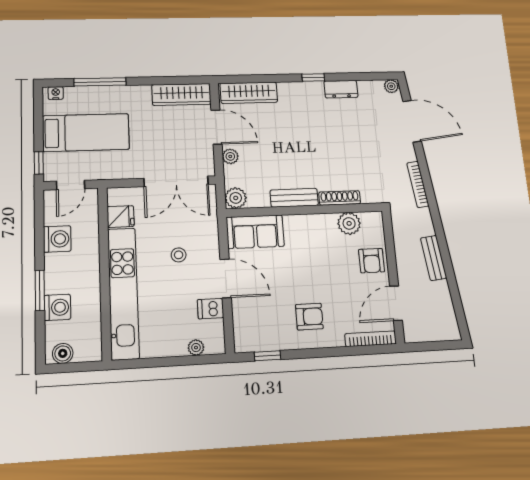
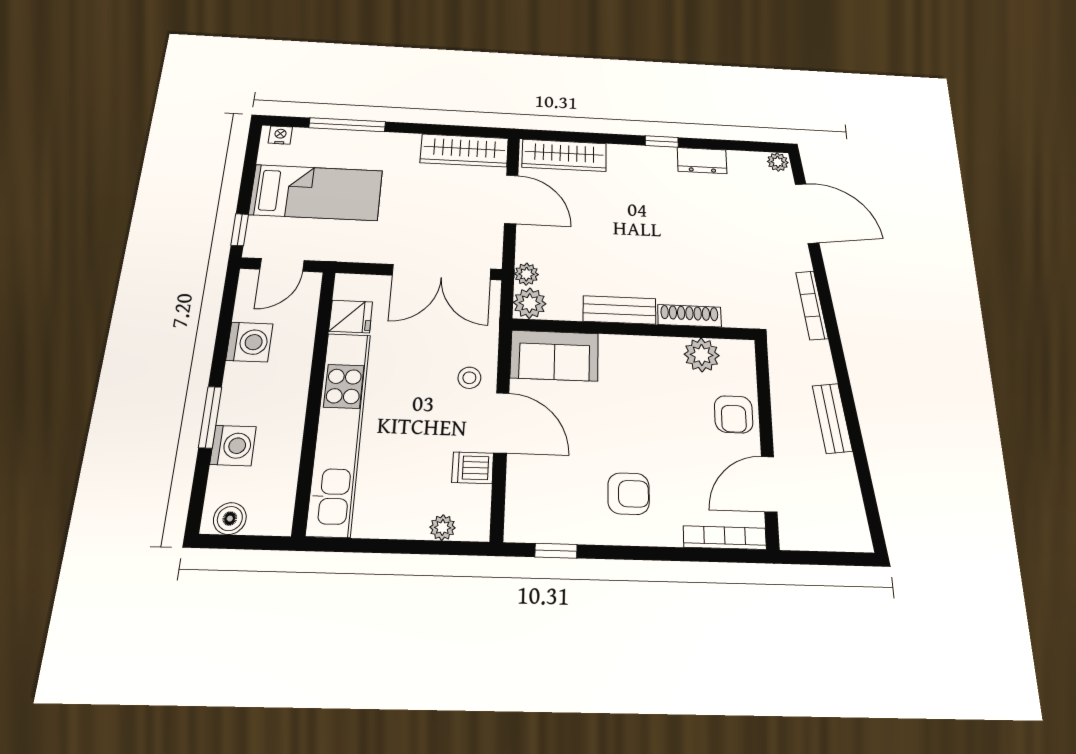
plant: (230, 156) -> (526, 274), moved
stool: (179, 255) -> (469, 378), moved

